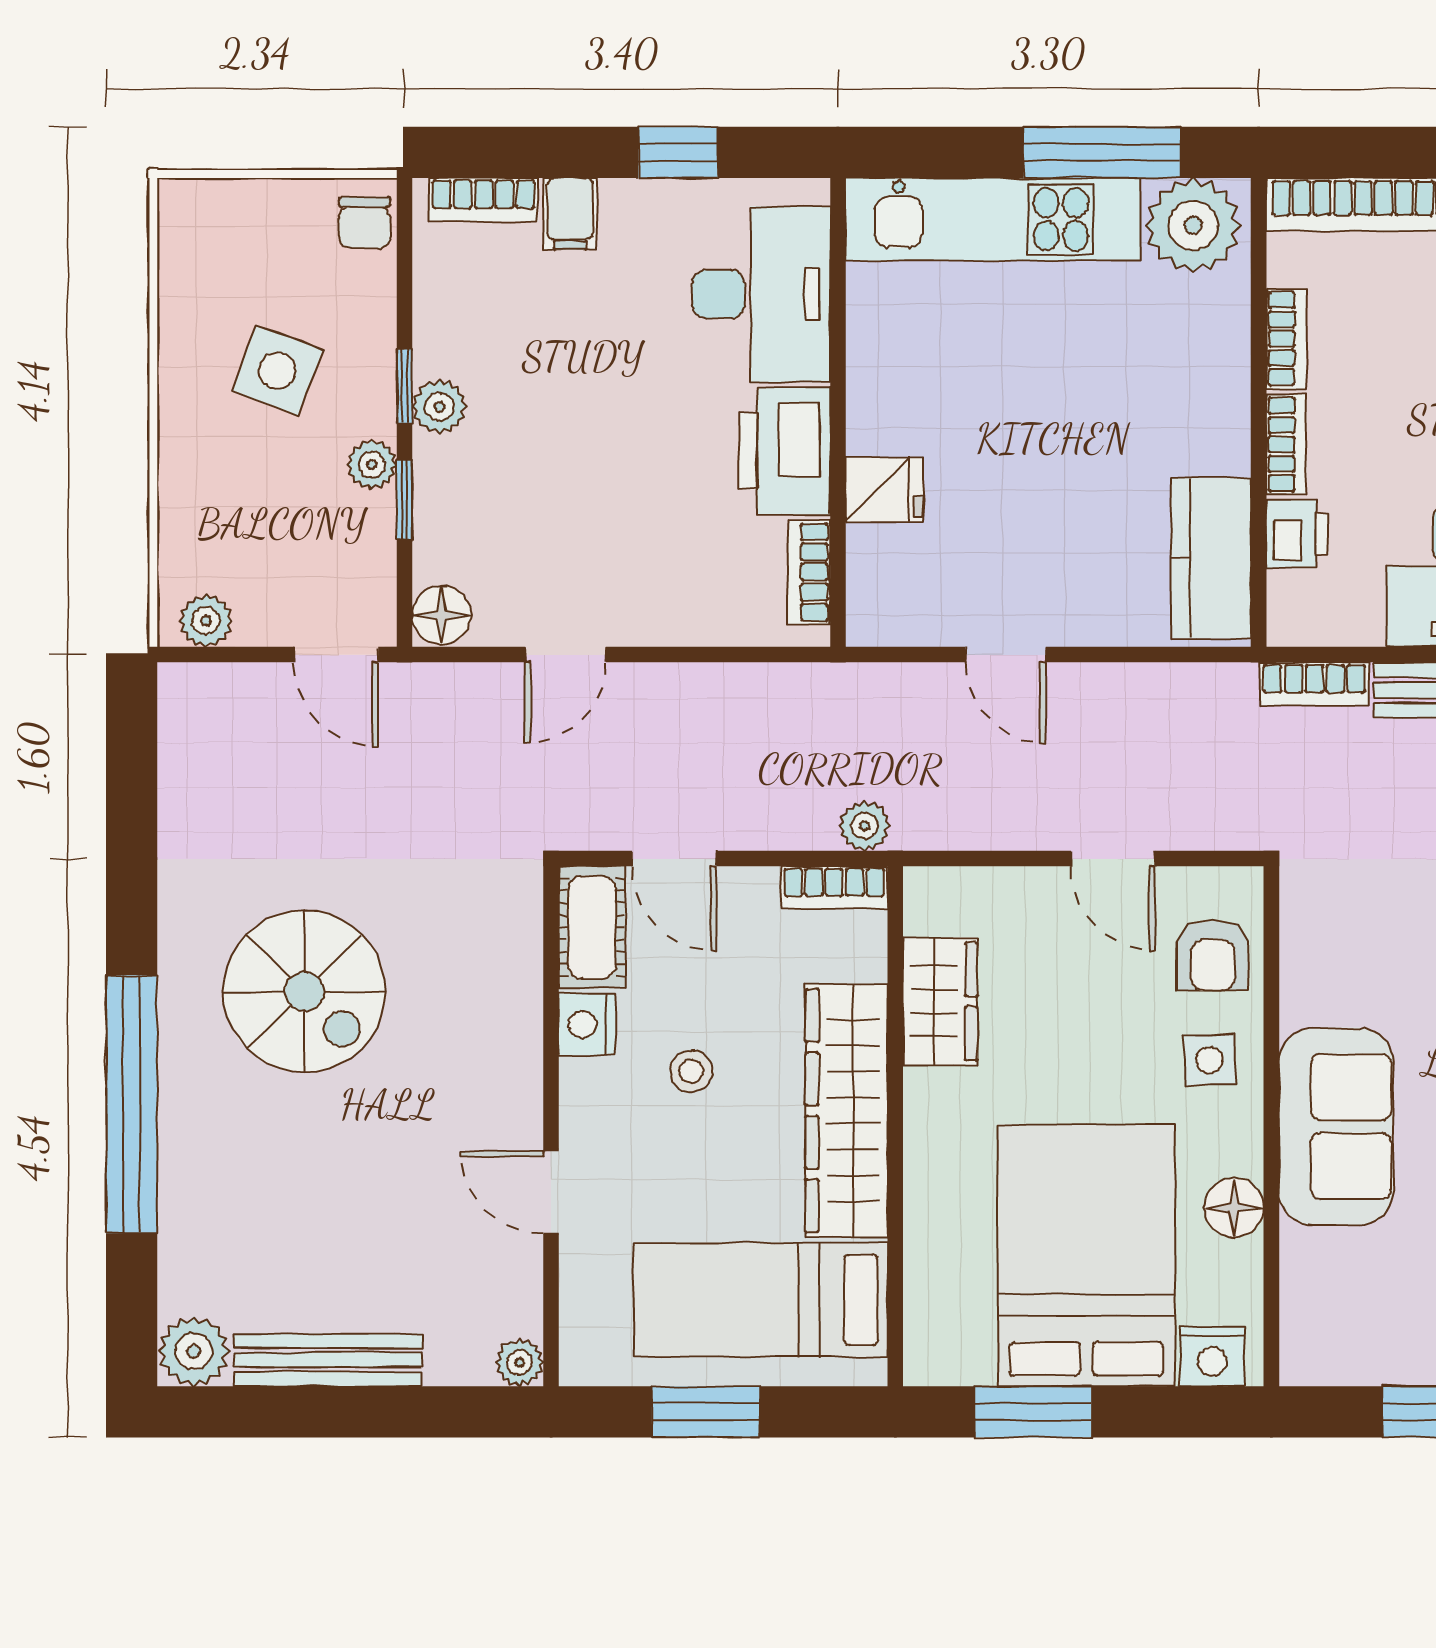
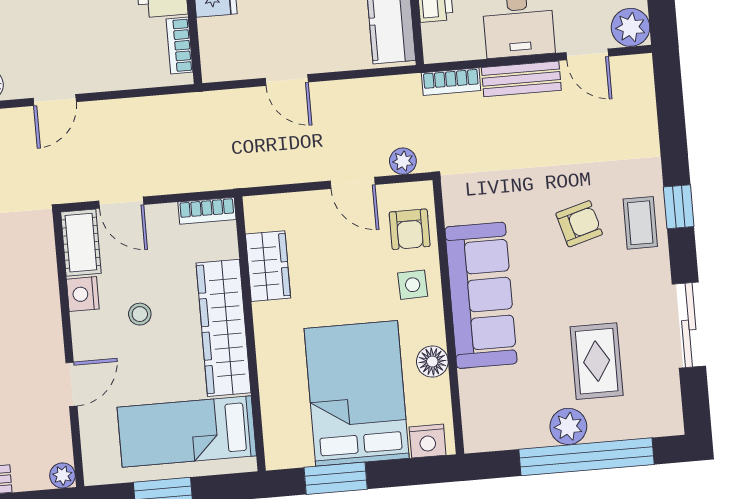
plant: (865, 826) -> (403, 161), moved
sofa: (1336, 1127) -> (481, 295), width x1.36
door: (551, 1192) -> (71, 384), swing flipped

